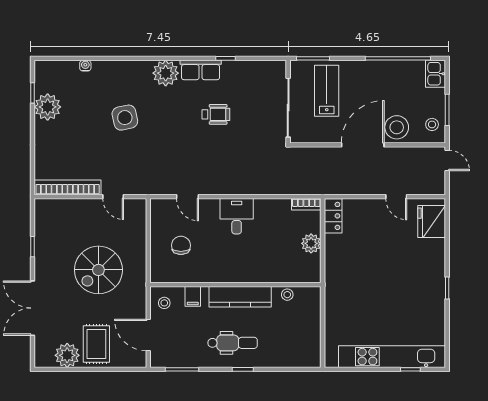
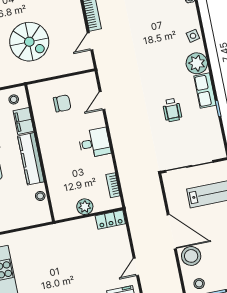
side table: (125, 118) -> (193, 36), moved, width x0.54, depth x0.54
bookcase: (306, 204) -> (113, 185), moved
spiral stairs: (98, 270) -> (29, 42), turned 180
filing cabinet: (193, 296) -> (23, 121), width x2.00

